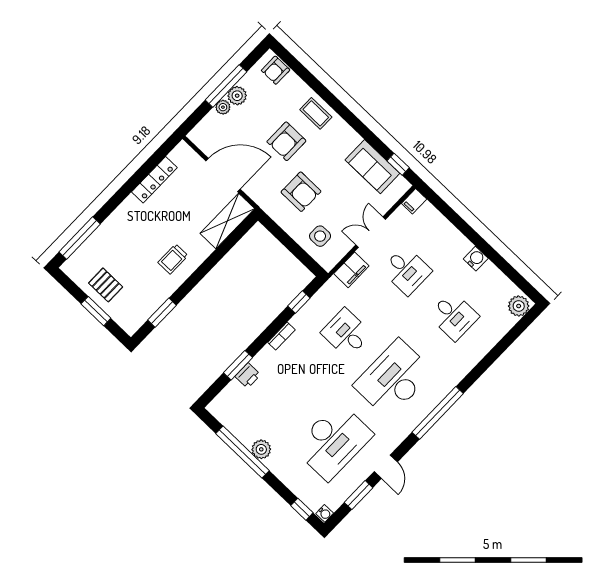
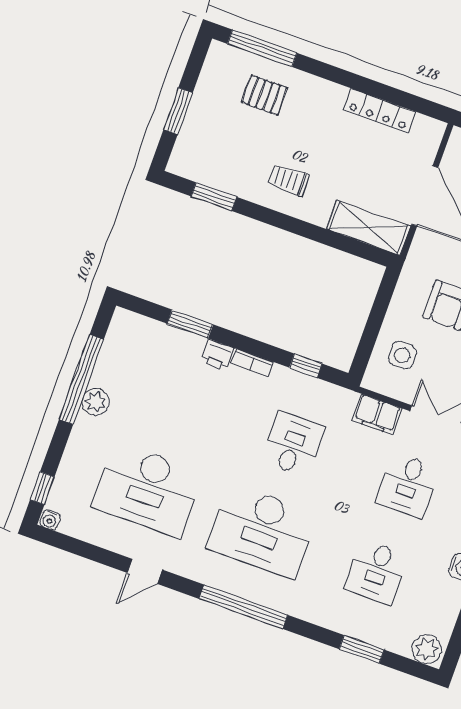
pallet: (106, 285) -> (264, 95), moved, turned 90
printer: (248, 376) -> (217, 355), moved
desk: (393, 379) -> (262, 531), turned 180
window: (359, 495) -> (362, 649), moved

